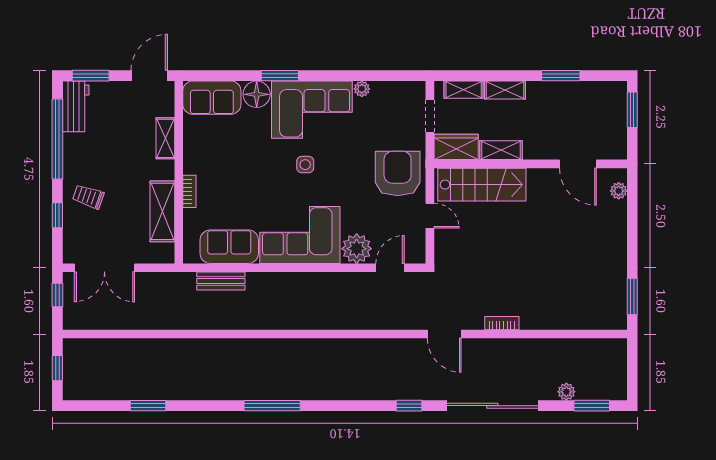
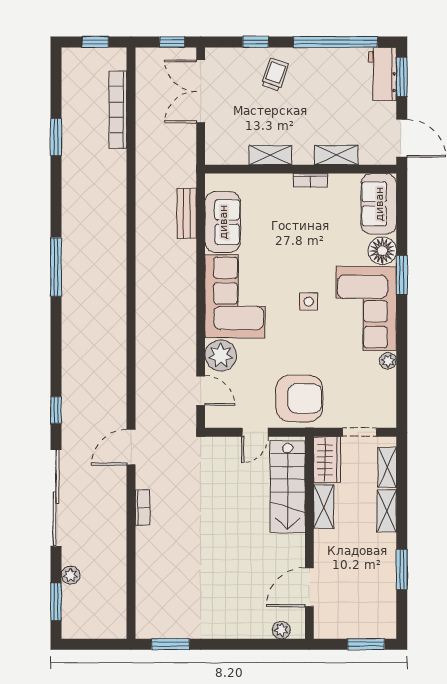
workbench: (76, 106) -> (383, 74), moved, turned 90
bookcase: (189, 191) -> (310, 180), moved
shelving: (162, 211) -> (270, 155), width x0.67, depth x0.75
bookcase: (122, 347) -> (118, 110), added

